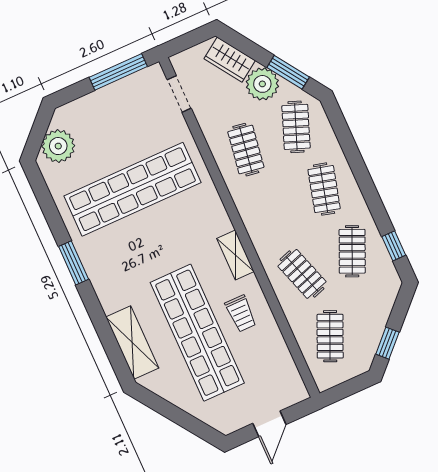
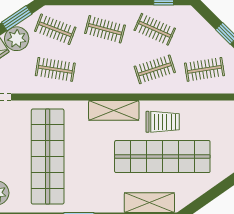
shelving: (235, 255) -> (114, 110), width x1.50, depth x1.33
trolley: (241, 313) -> (163, 122), width x1.36, depth x1.39
clothes rail: (330, 336) -> (204, 69), turned -33

